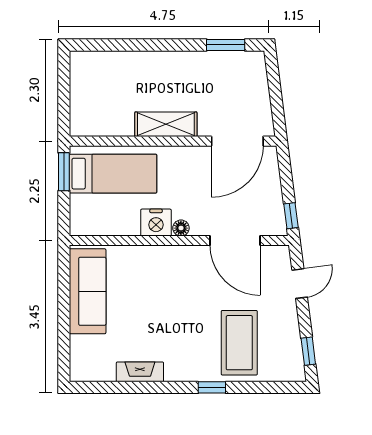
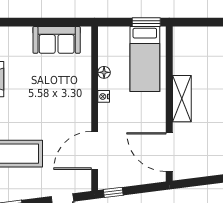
nightstand: (156, 223) -> (104, 96), width x0.53, depth x0.56
floor lamp: (181, 228) -> (104, 72), moved
sofa: (88, 291) -> (57, 40), width x0.73

